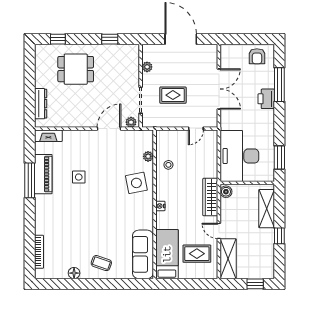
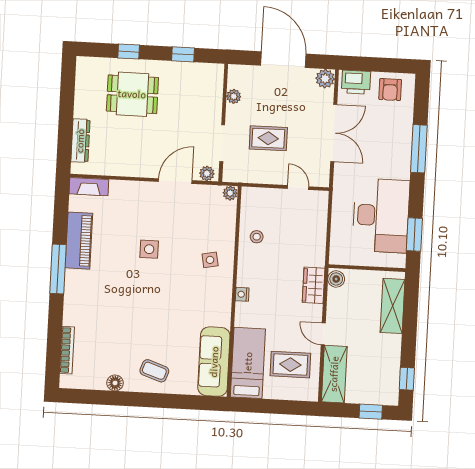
window: (58, 39) -> (129, 52), moved
plant: (211, 51) -> (325, 79), added
window: (279, 85) -> (419, 149), moved
printer: (266, 99) -> (356, 82), moved, turned -90
door: (196, 129) -> (298, 188), swing flipped
plant: (148, 156) -> (230, 193), moved
desk: (239, 156) -> (381, 215), moved, turned 180
side table: (79, 177) -> (149, 249), moved
window: (30, 180) -> (58, 269), moved
side table: (136, 183) -> (210, 260), width x0.54, depth x0.54
wardrobe: (210, 197) -> (314, 285), width x0.67
window: (279, 236) -> (407, 379), moved

